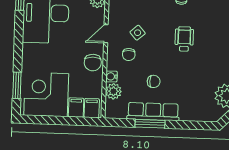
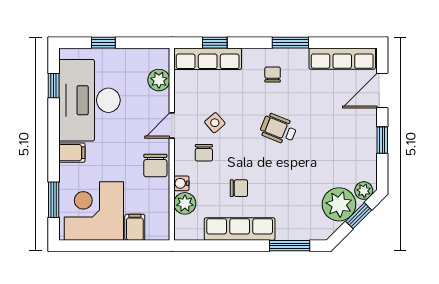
wheelchair: (184, 39) -> (278, 129), turned -68
filing cabinet: (92, 108) -> (72, 153), moved, turned 90
window: (150, 124) -> (290, 246), moved

